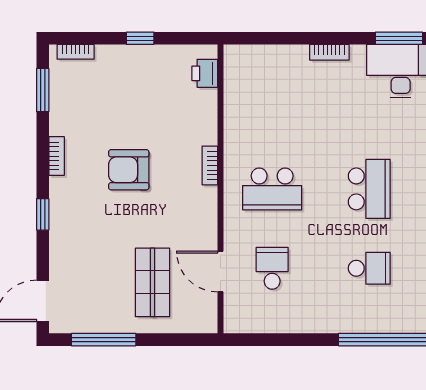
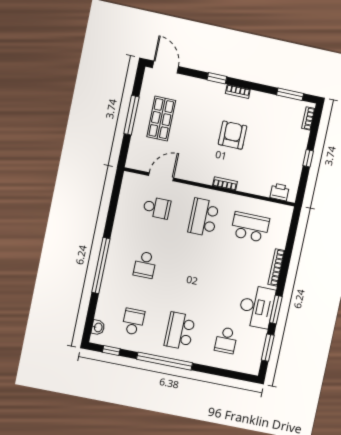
bookcase: (329, 52) -> (276, 267), width x1.56
bookcase: (57, 156) -> (238, 91), moved
school desk: (369, 189) -> (250, 227), moved, turned 180
shop shelf: (153, 282) -> (161, 119), moved, turned 90
window: (104, 340) -> (131, 115), moved

